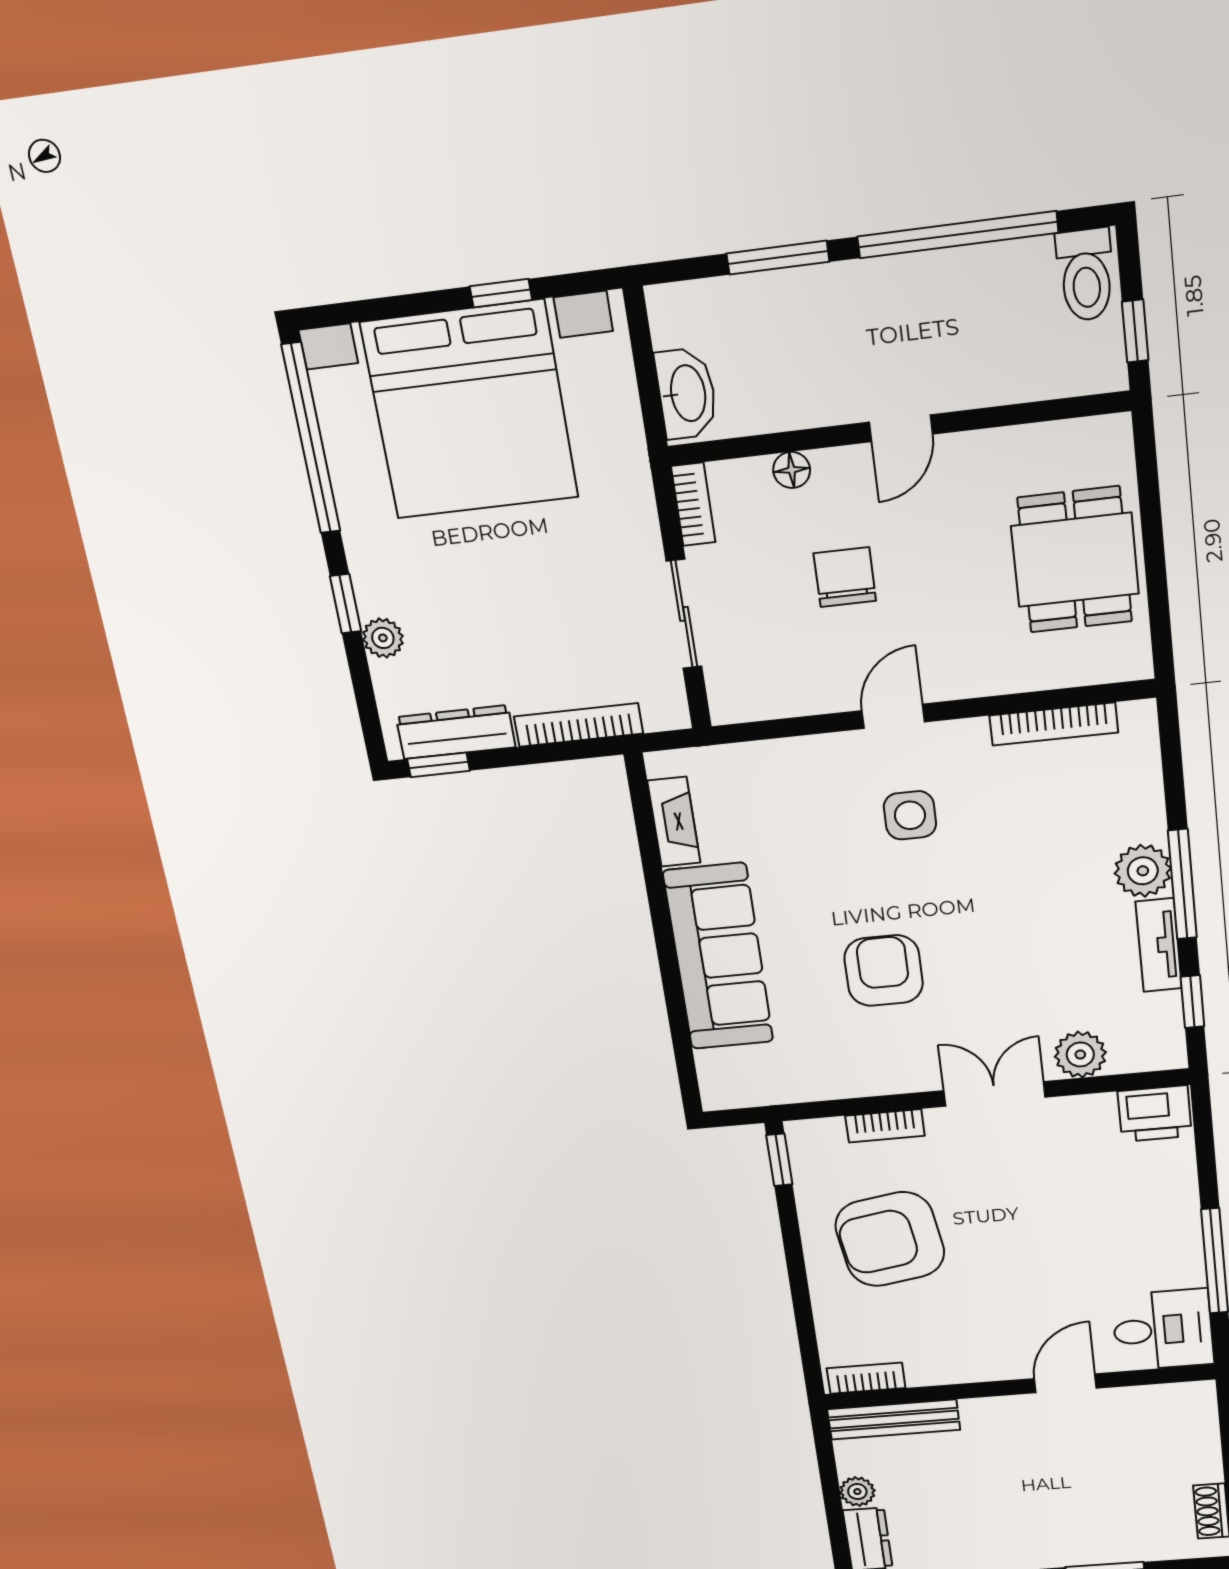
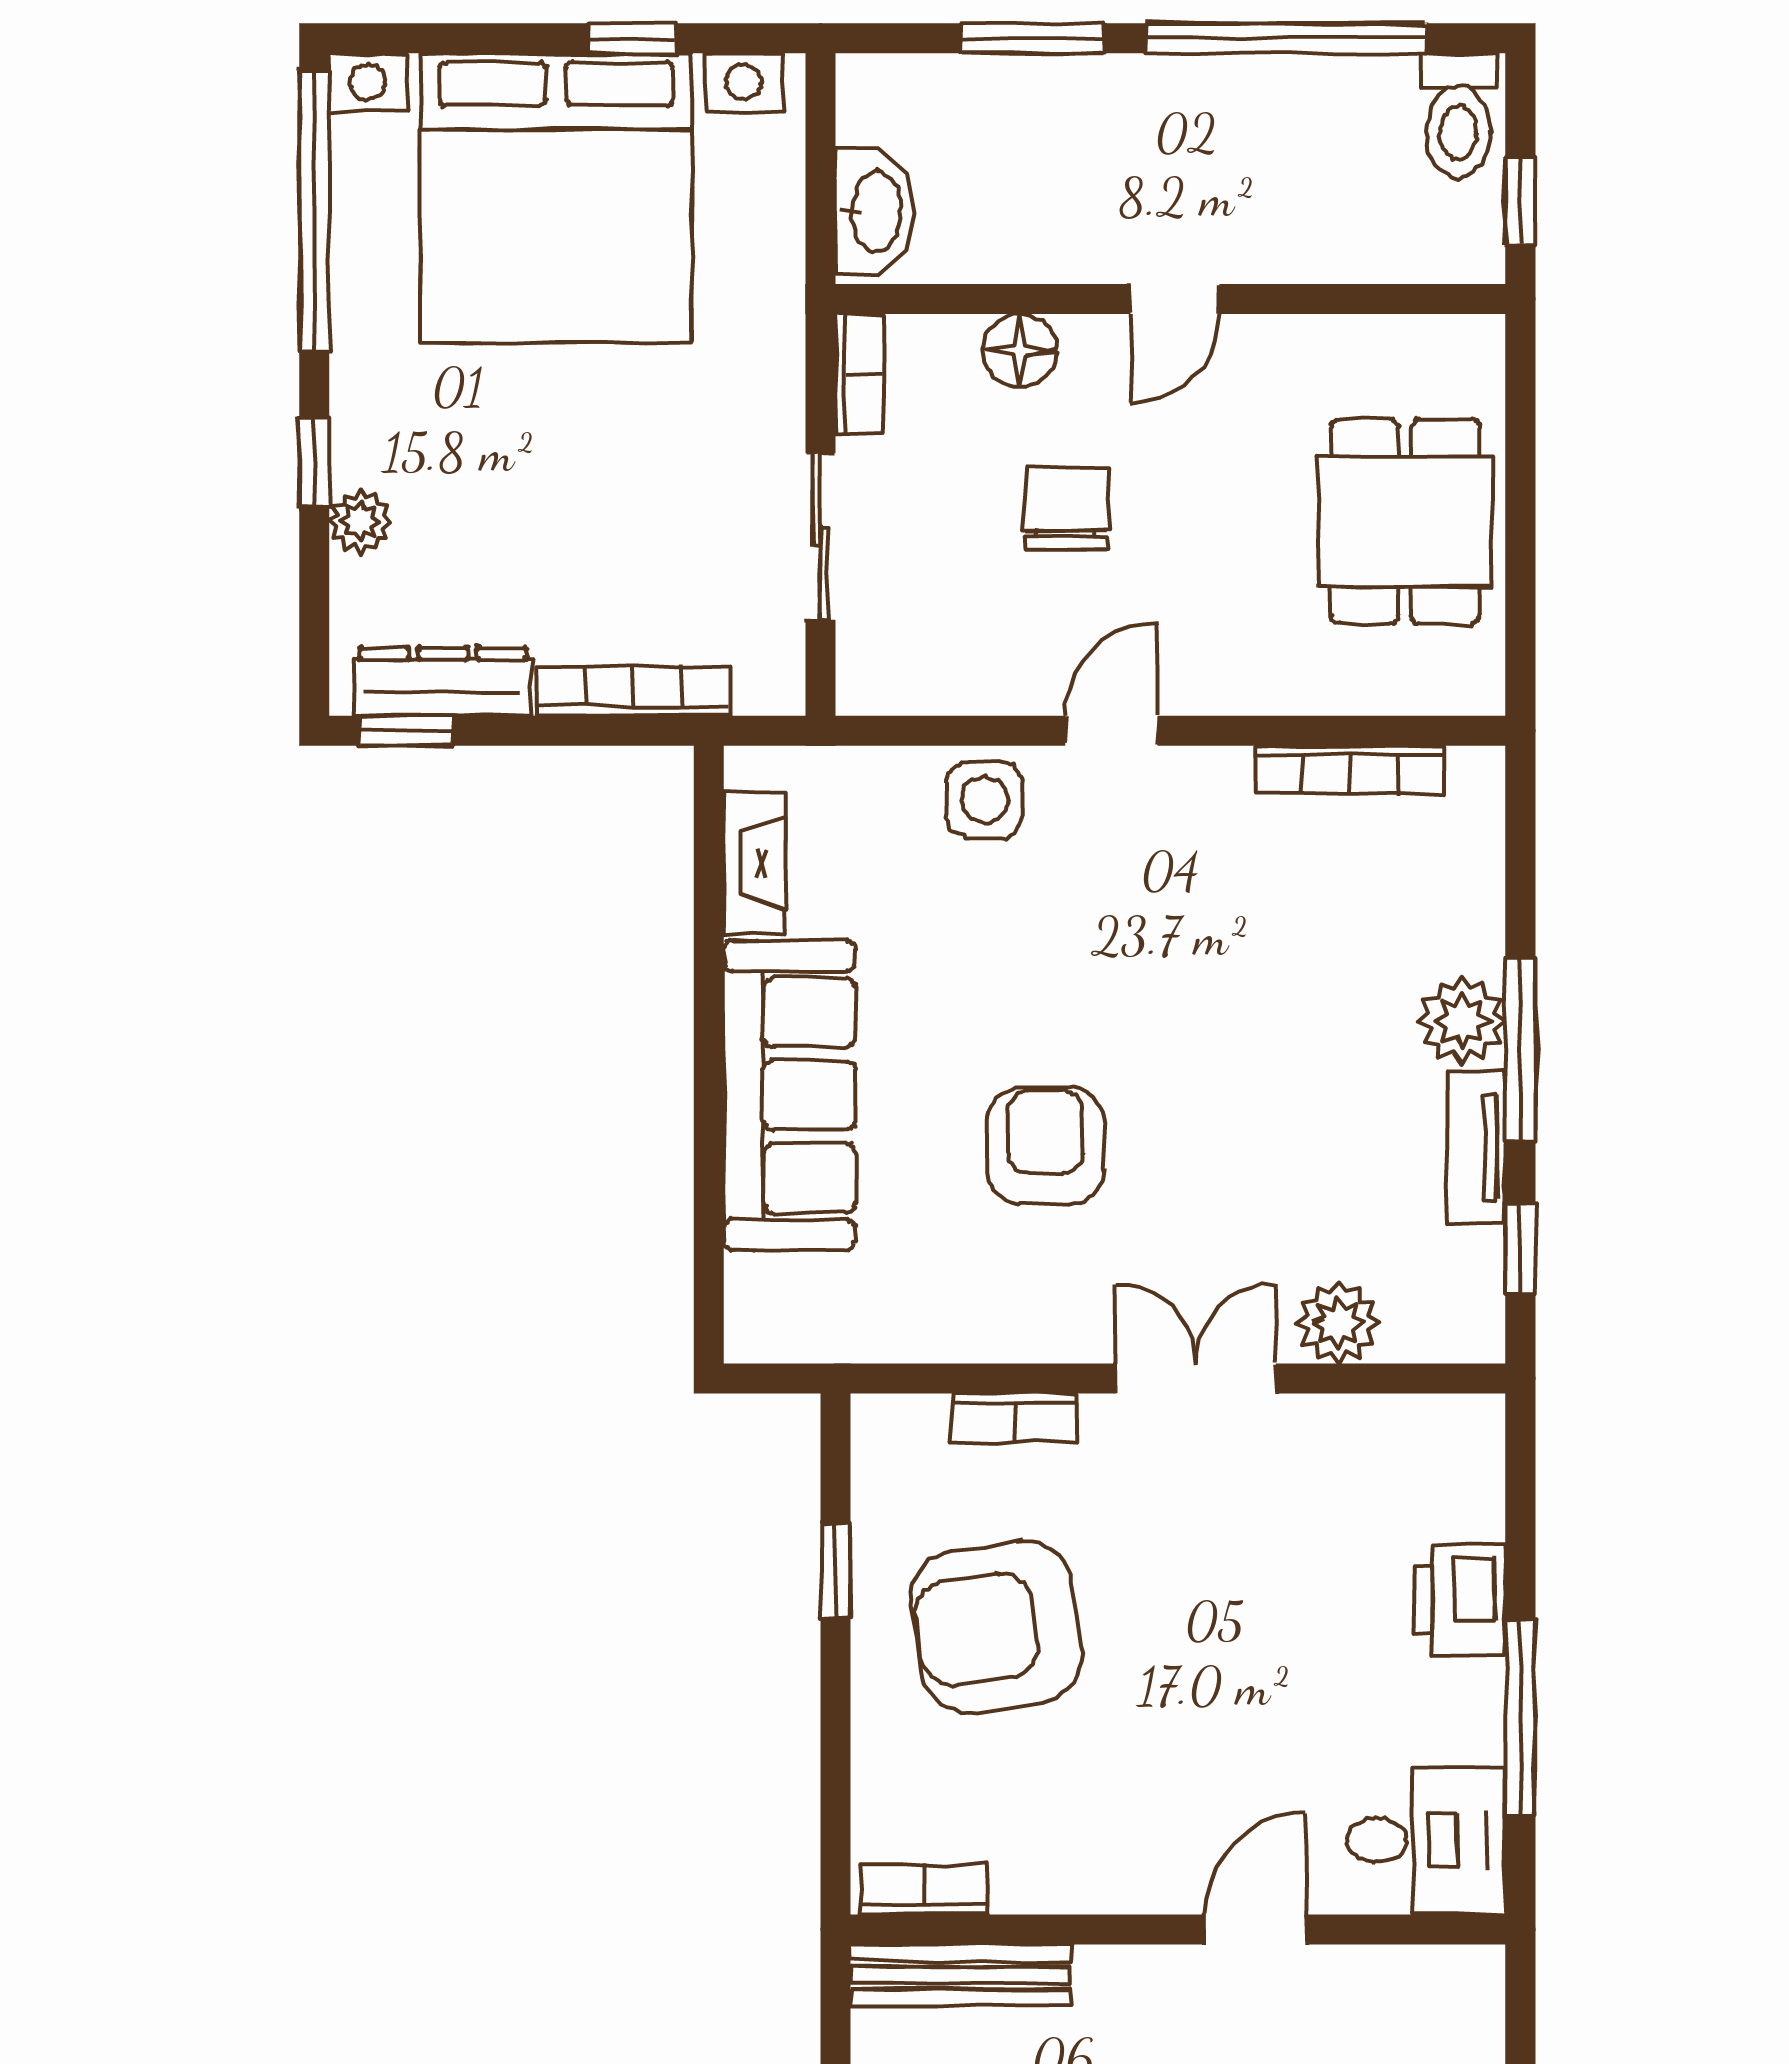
floor lamp: (792, 470) -> (1020, 350), width x1.37, depth x1.37
side table: (910, 815) -> (985, 800), moved
printer: (1155, 1114) -> (1460, 1599), moved, turned 90
window: (779, 1160) -> (835, 1571), moved

